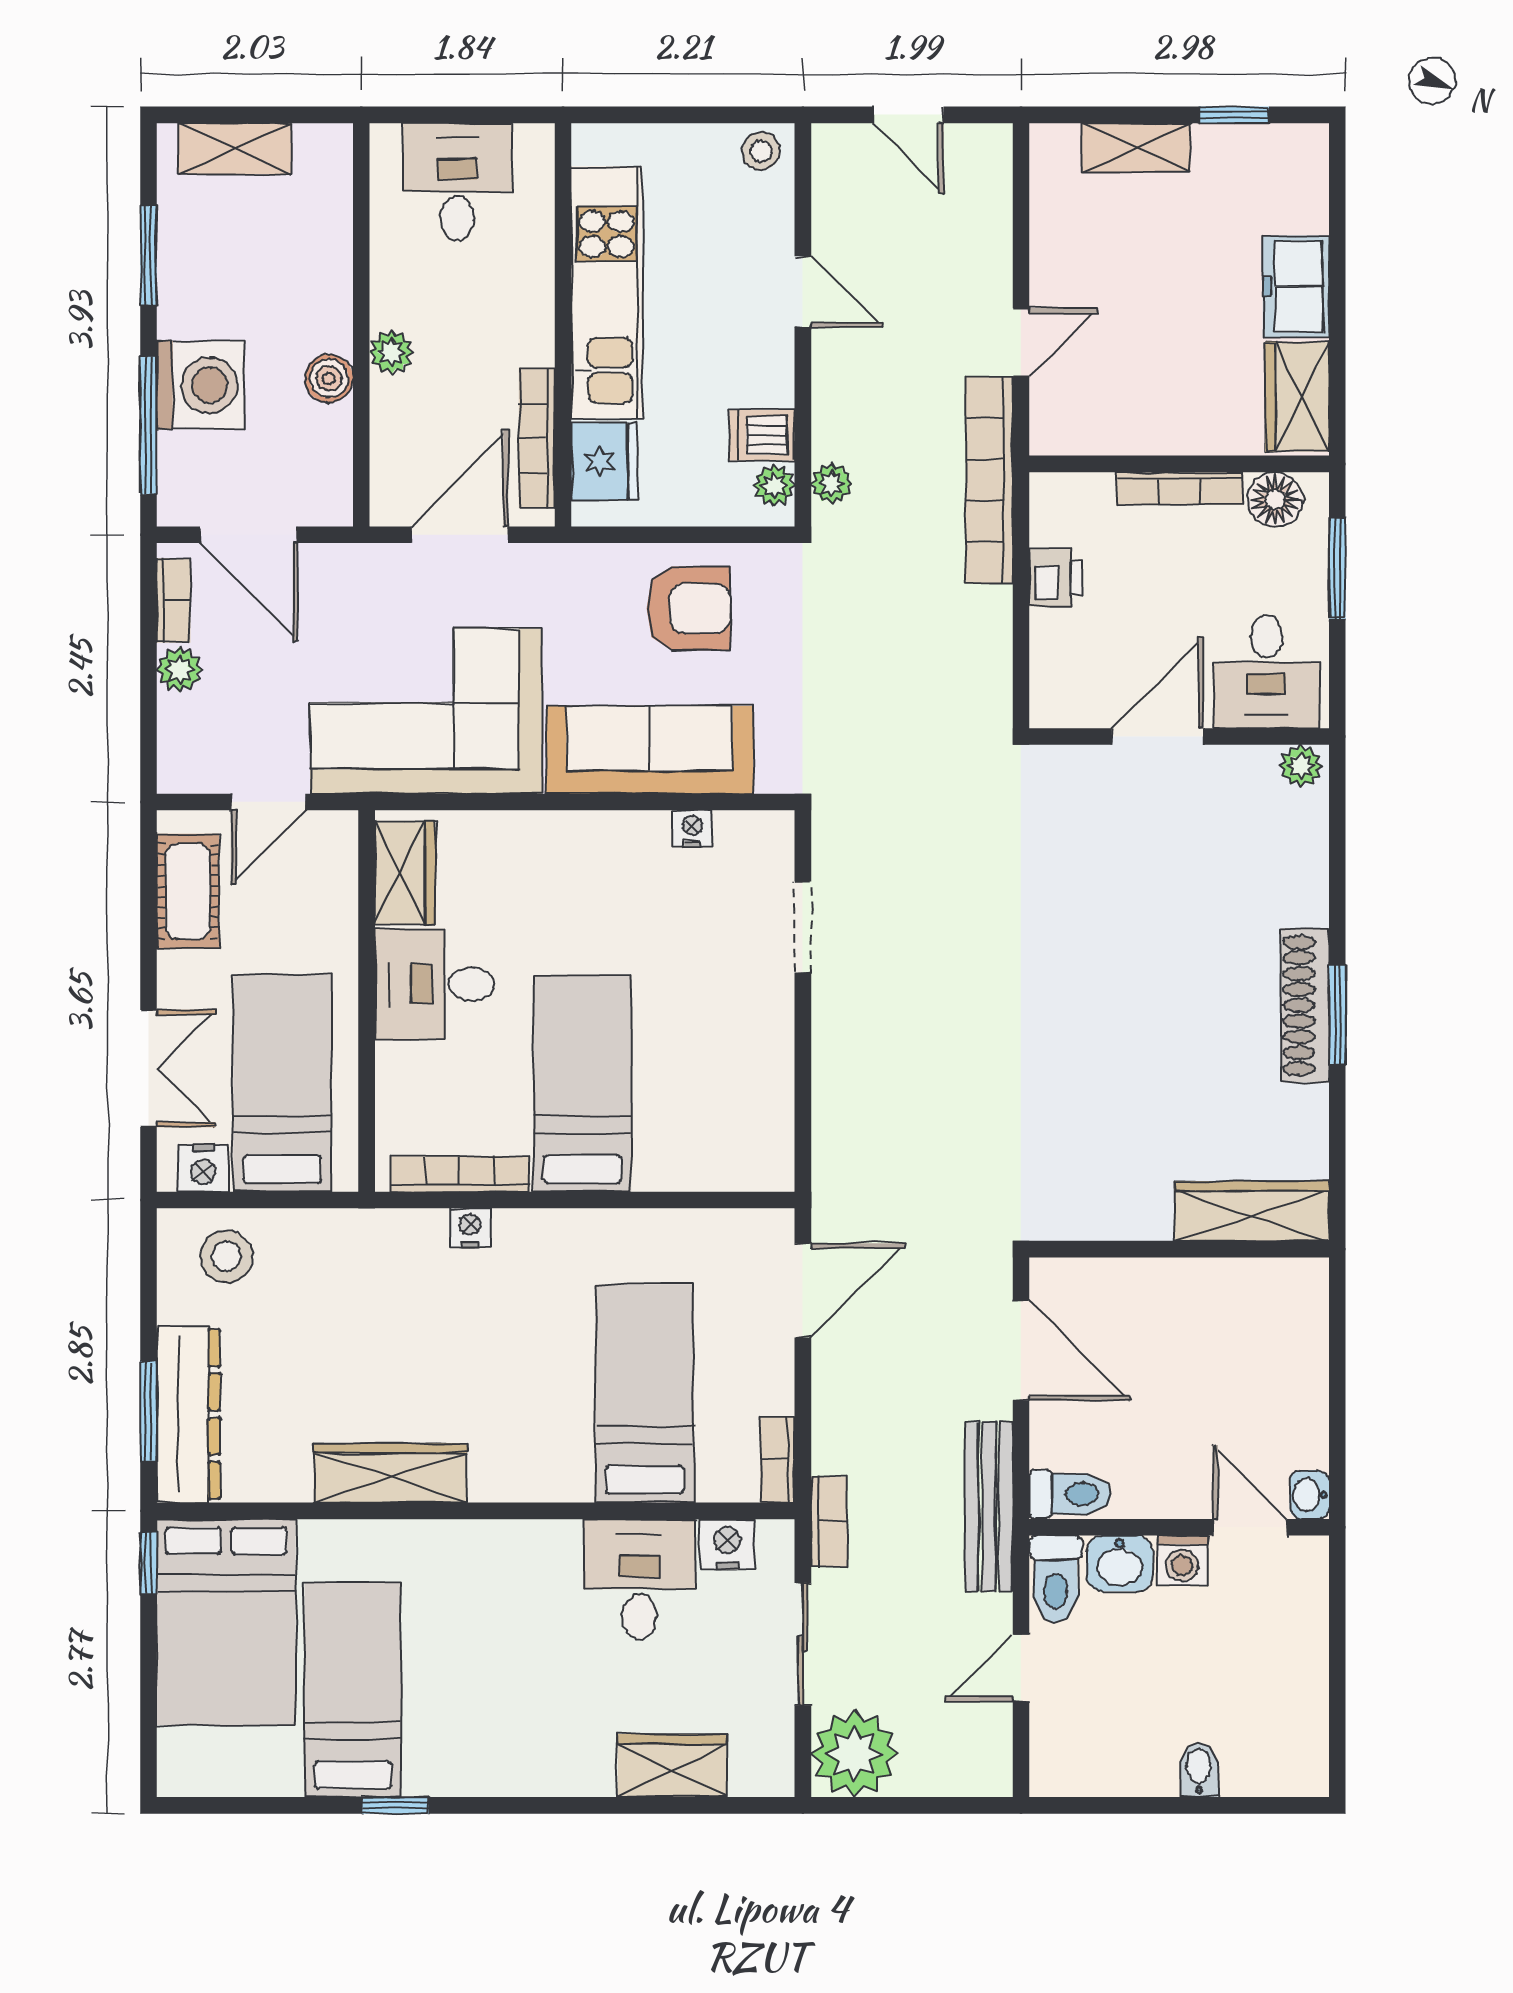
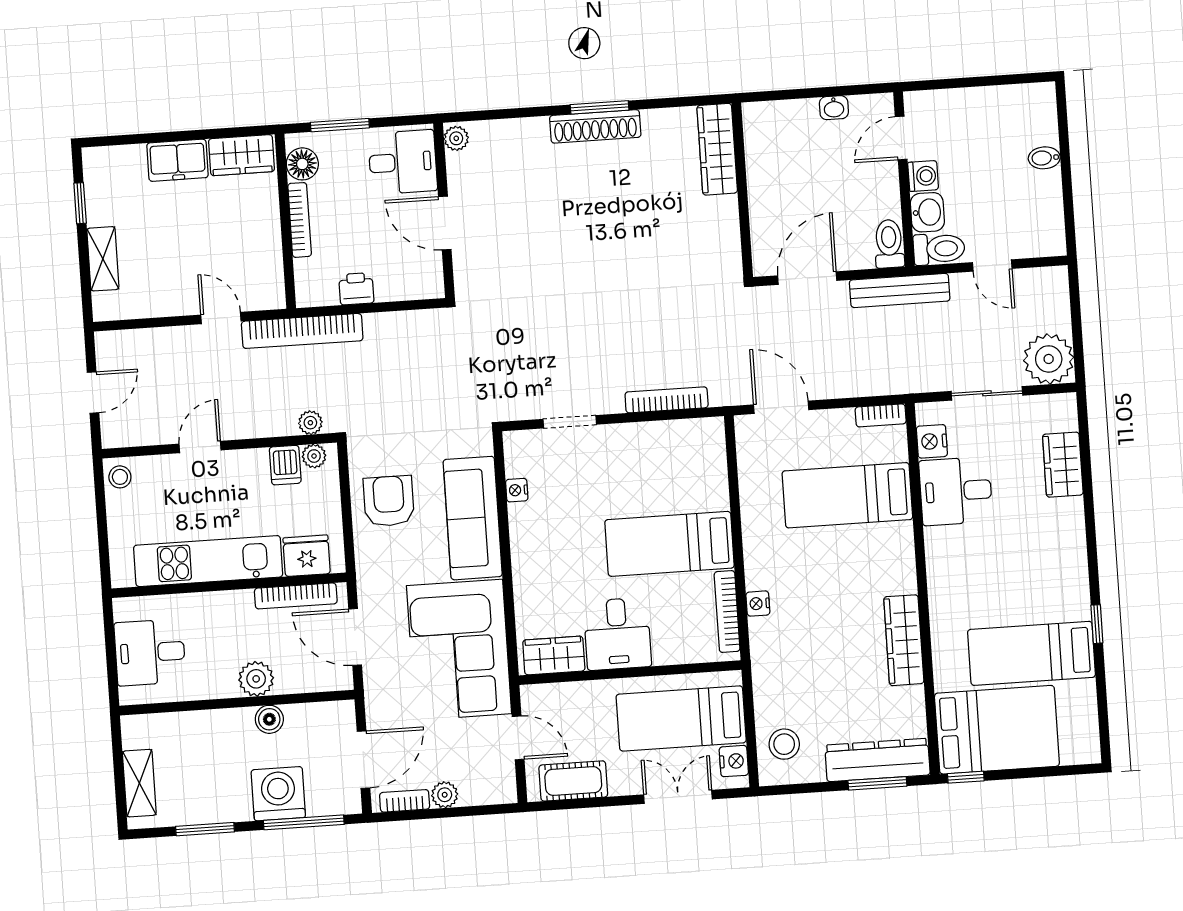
plant: (391, 352) -> (256, 679), width x1.38, depth x1.38
washbasin: (1309, 1495) -> (834, 108), moved
bookcase: (829, 1522) -> (667, 400), moved, width x1.56

